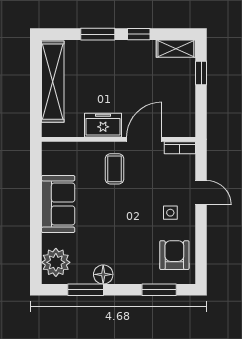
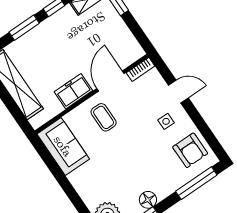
sofa: (58, 204) -> (63, 146), moved
armchair: (174, 255) -> (190, 150), turned 180
window: (159, 290) -> (196, 183), width x1.44

